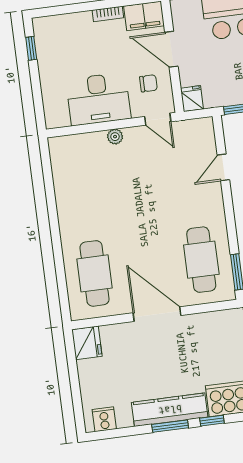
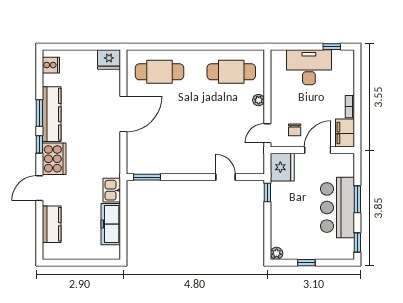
desk: (98, 99) -> (309, 67), moved, turned 90
fridge: (192, 99) -> (282, 167), width x1.88, depth x1.34
cafe table: (201, 260) -> (231, 72), moved

